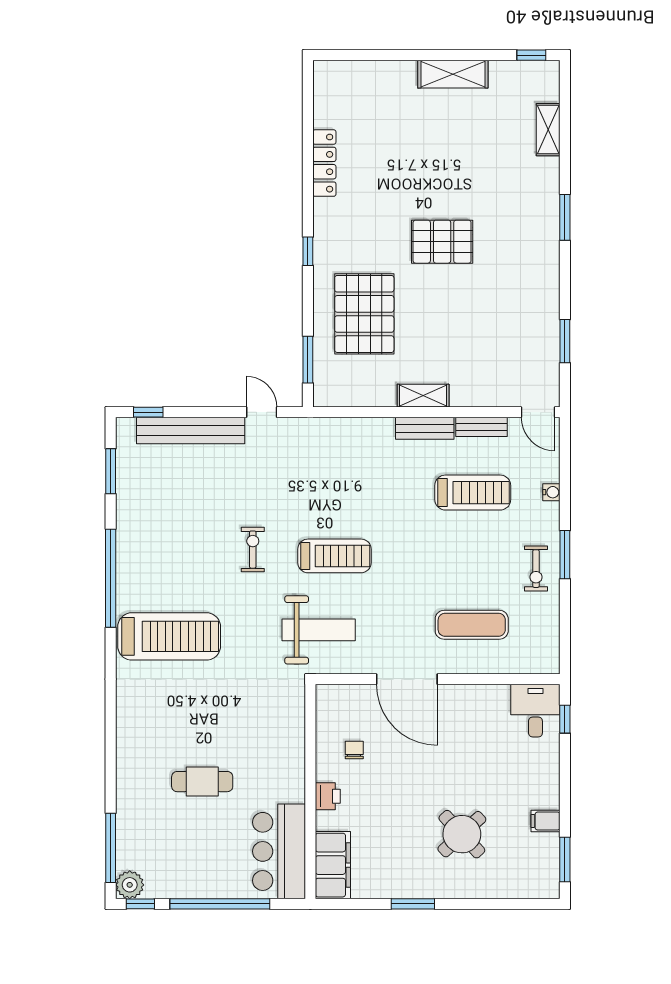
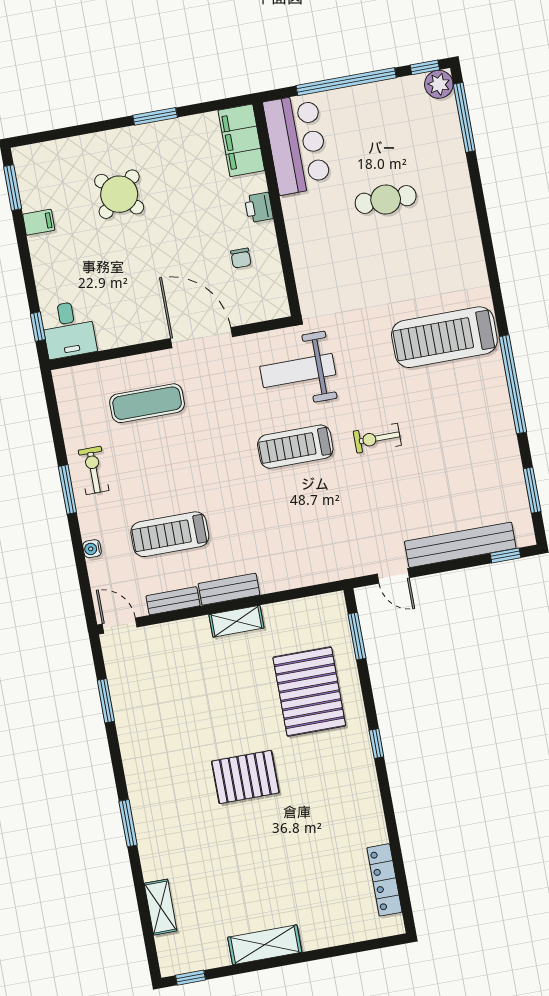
locker: (324, 163) -> (384, 880), moved
exercise bike: (253, 550) -> (377, 438), turned 90

